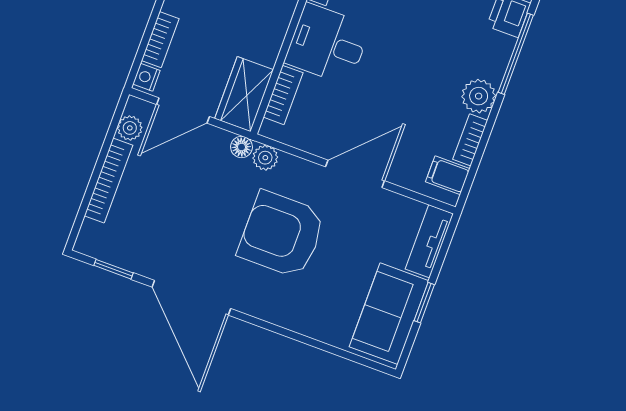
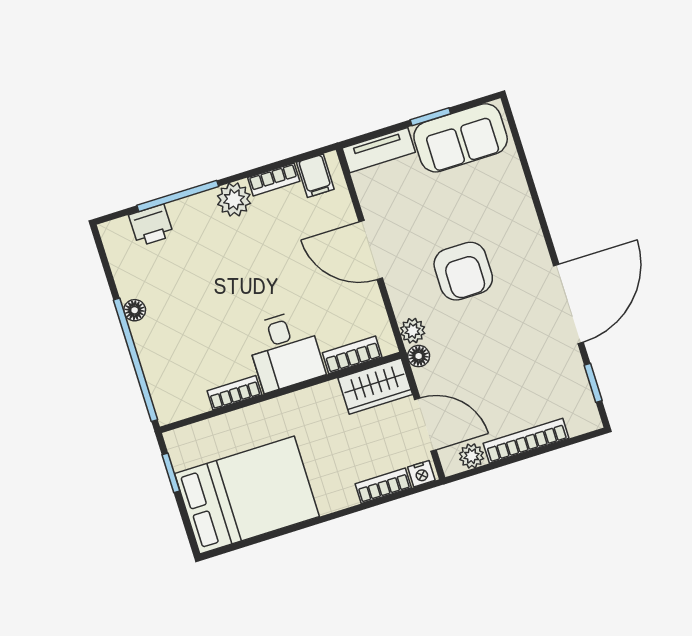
armchair: (282, 234) -> (463, 271), width x0.73, depth x0.73

